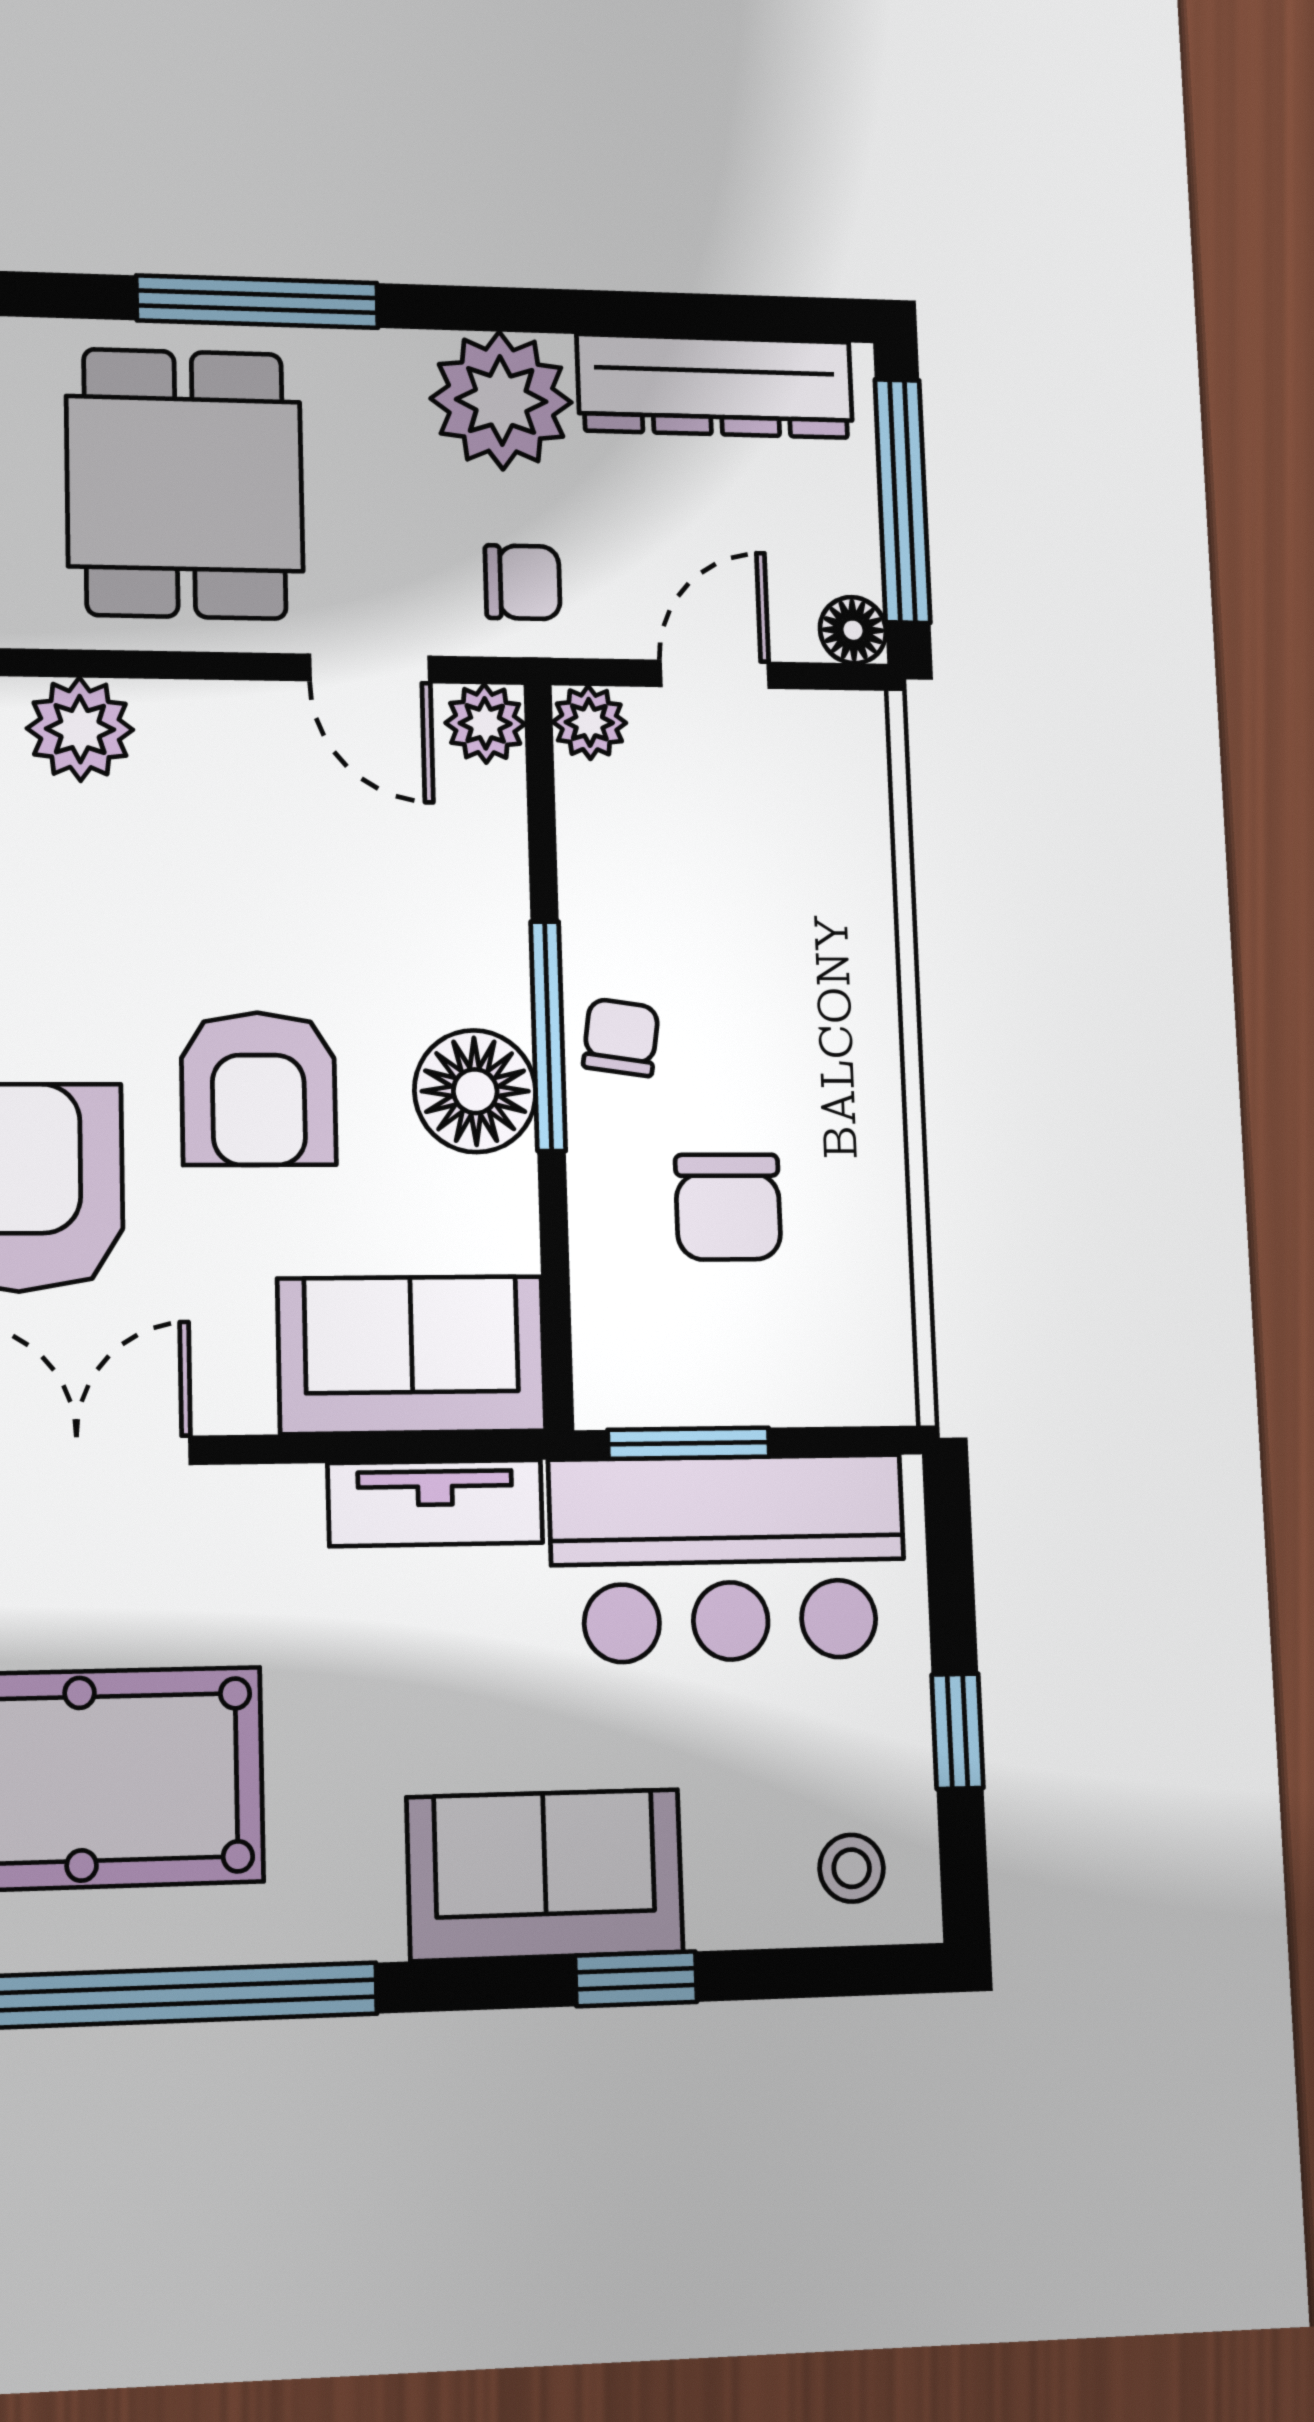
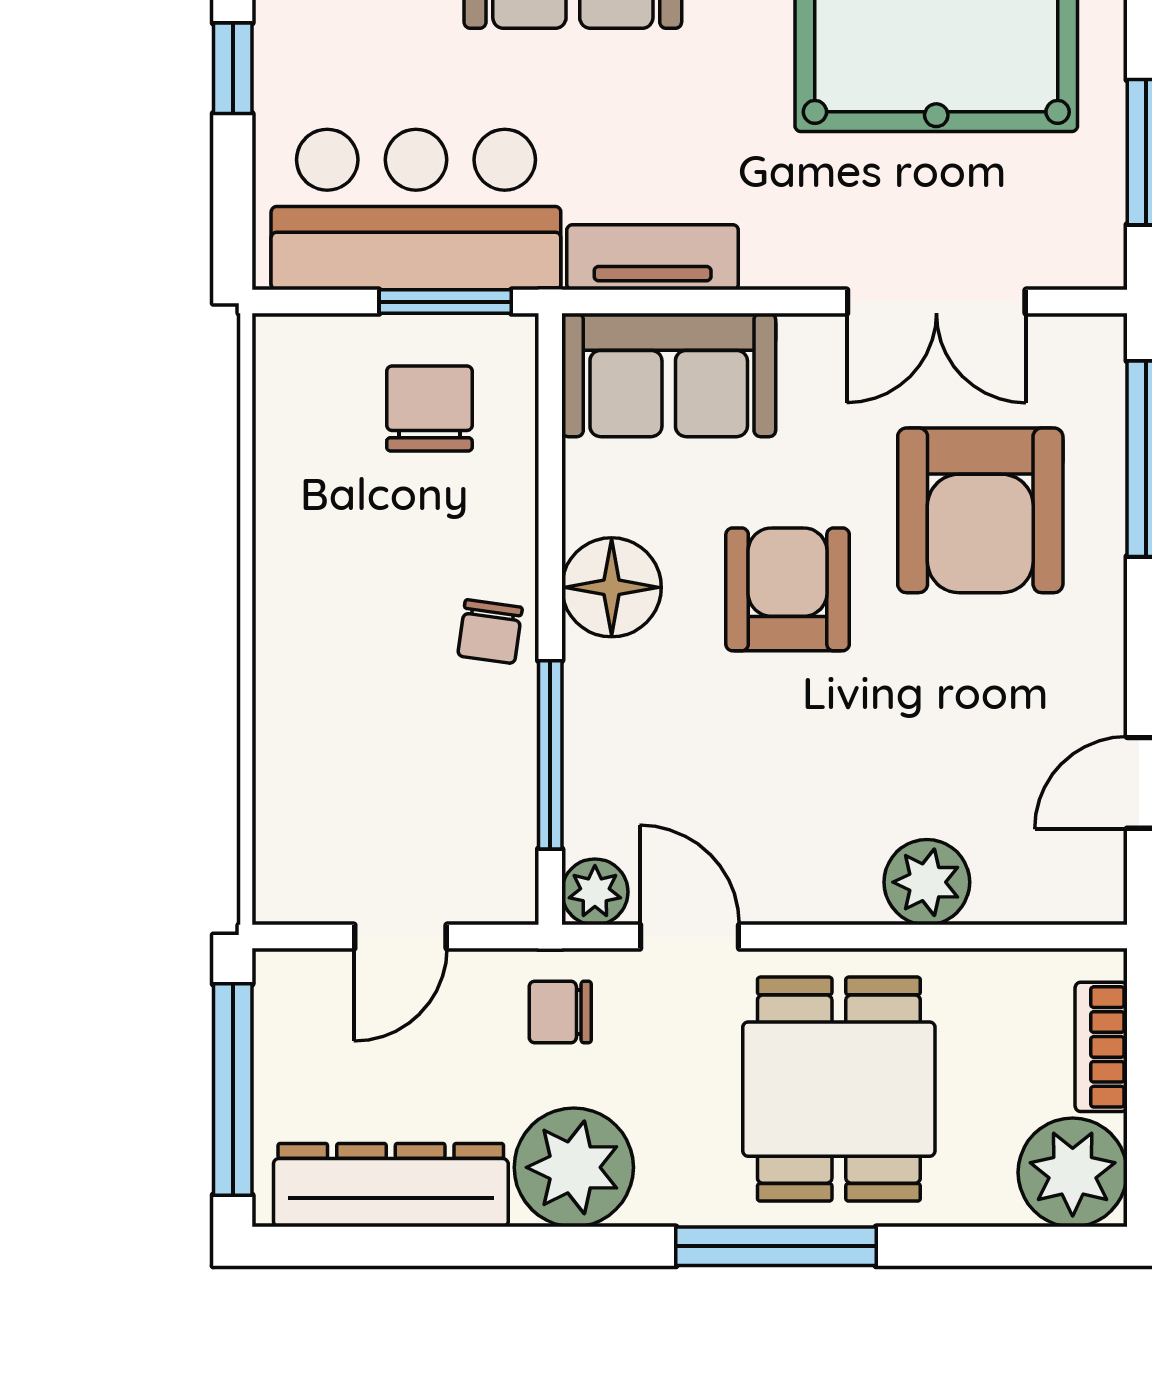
floor lamp: (853, 630) -> (280, 977), removed
plant: (589, 722) -> (508, 894), removed
window: (548, 1036) -> (550, 755), moved
chair: (728, 1207) -> (429, 408), moved

